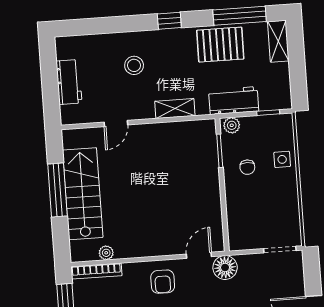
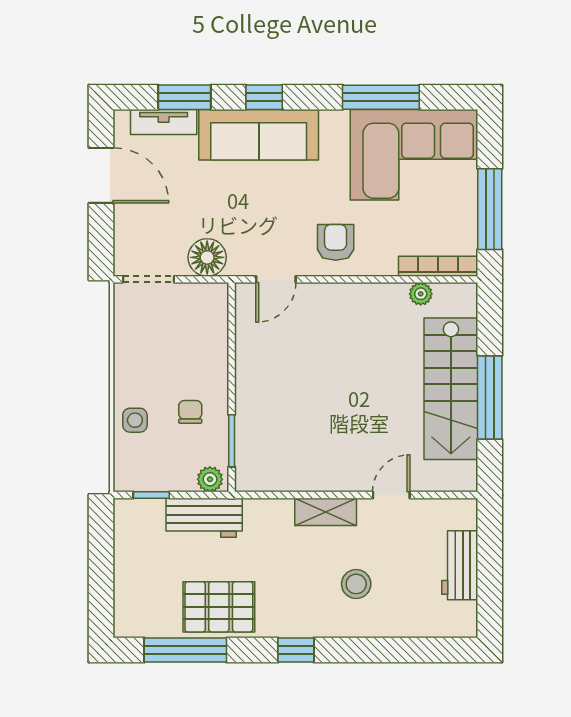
shelving: (278, 41) -> (128, 606), removed
shelving: (175, 109) -> (326, 512), moved
floor lamp: (225, 267) -> (207, 257), moved

